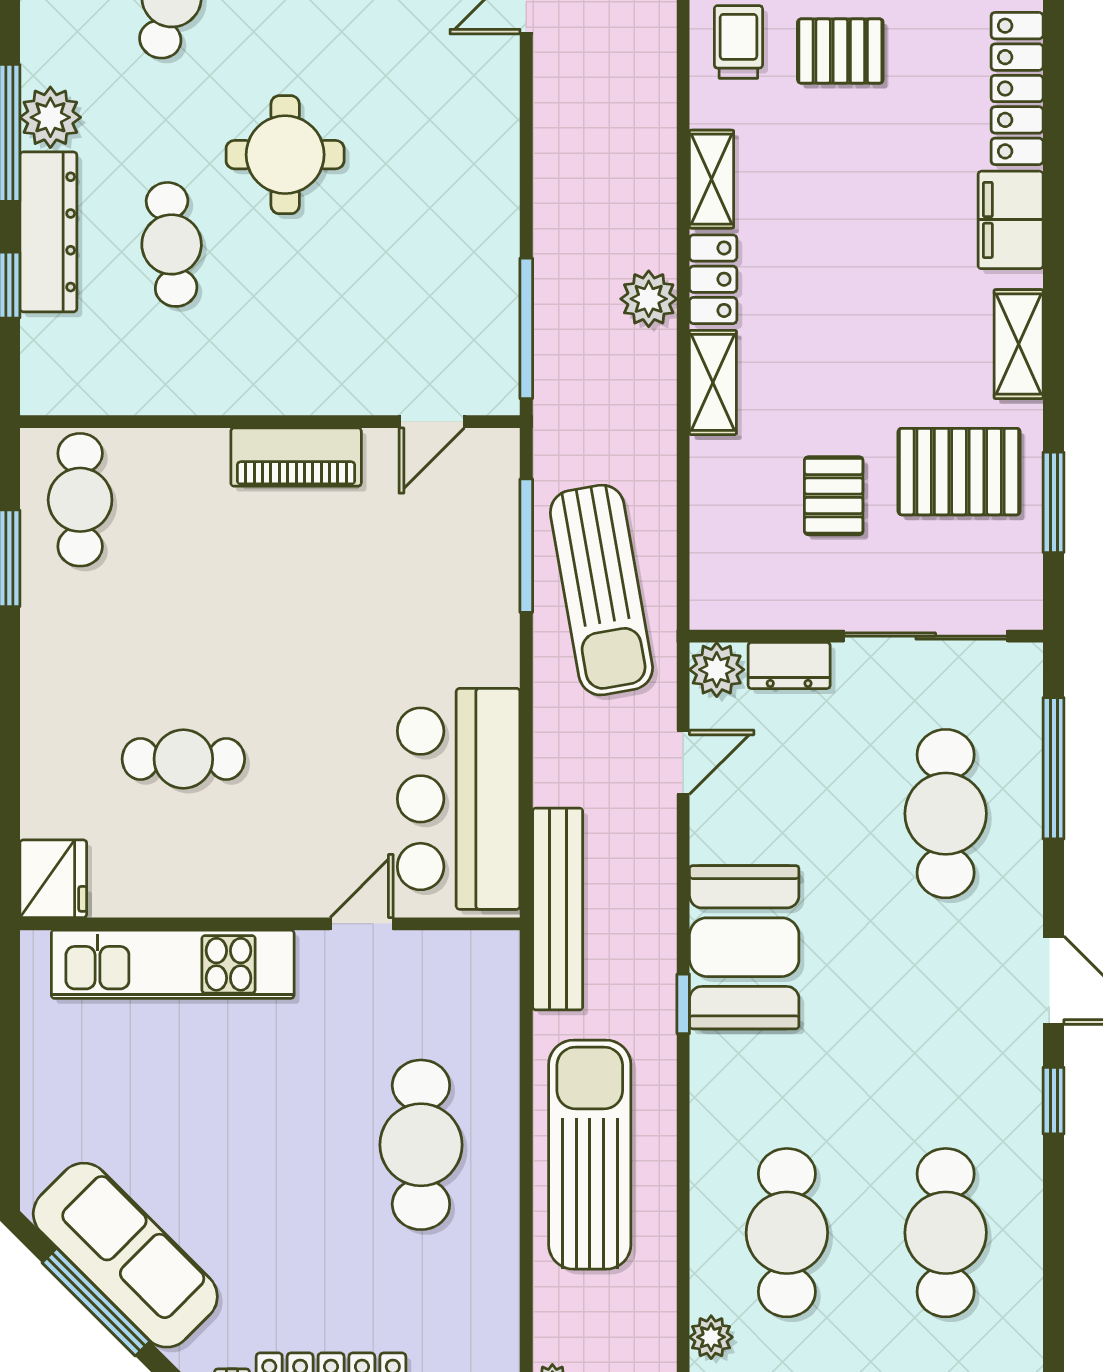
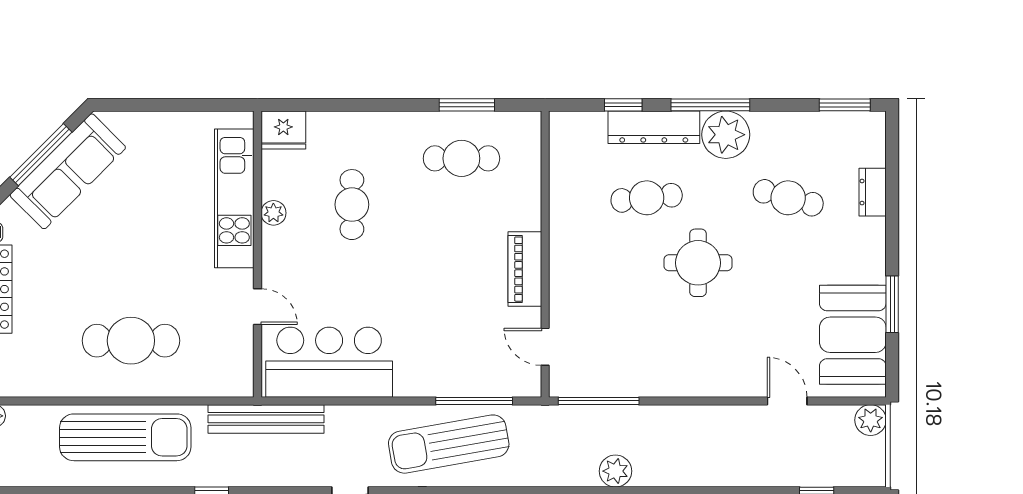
plant: (50, 117) -> (726, 135), width x1.36, depth x1.36
cafe table: (80, 500) -> (461, 158), moved
plant: (198, 896) -> (273, 213), added

